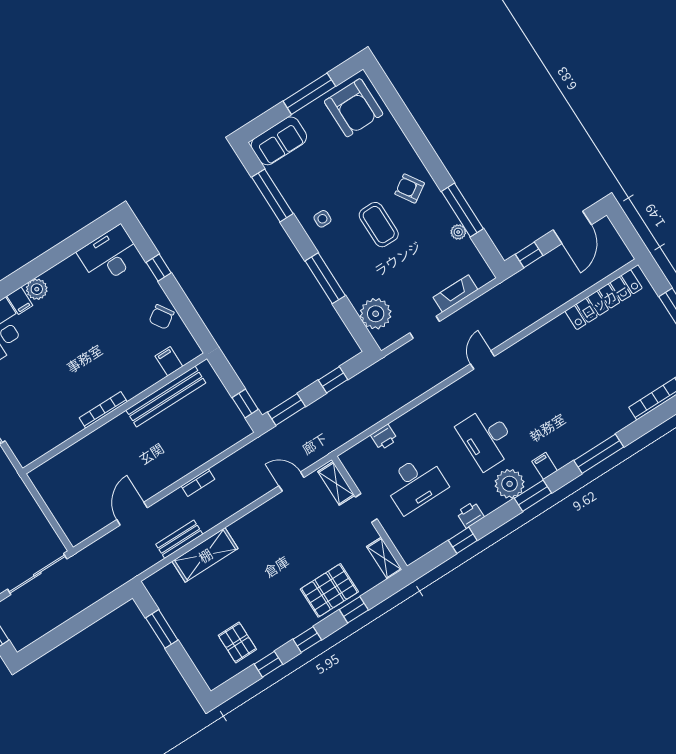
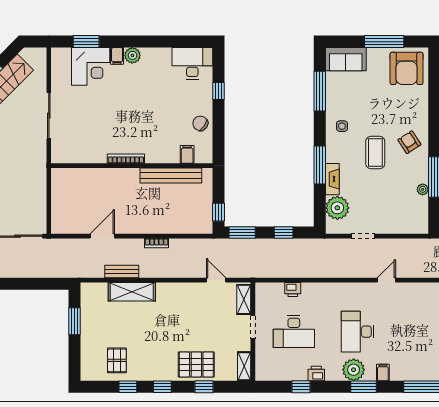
fireplace: (455, 293) -> (332, 179), moved, turned 90
chair: (162, 317) -> (200, 123), turned 68

